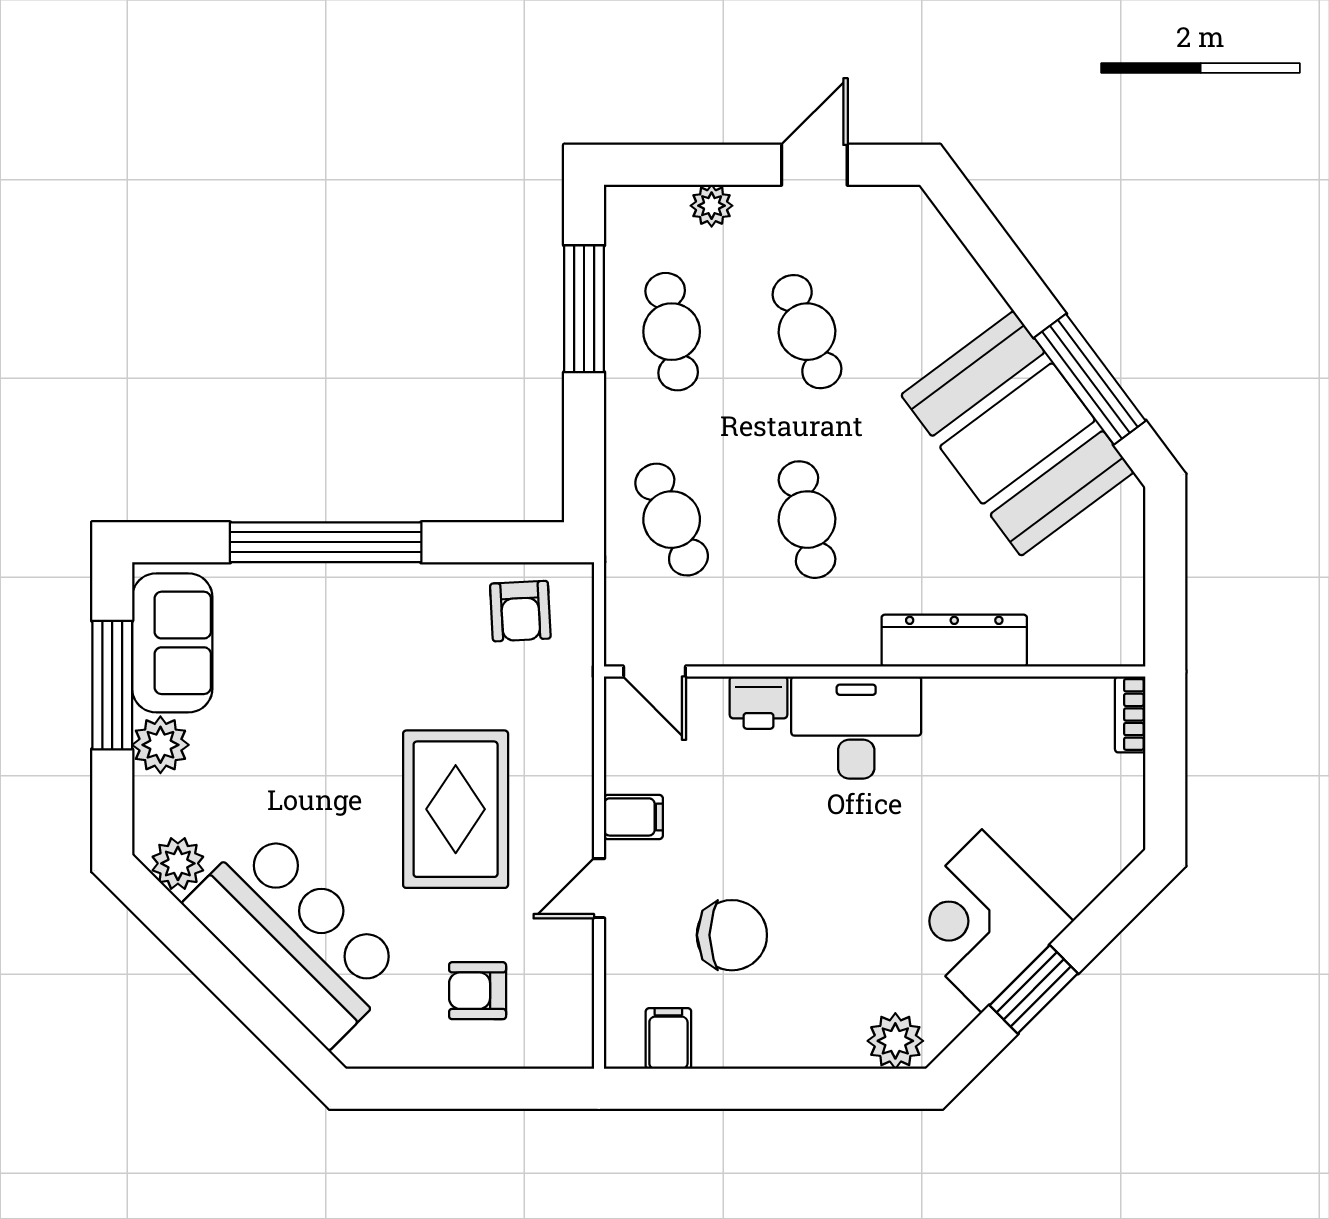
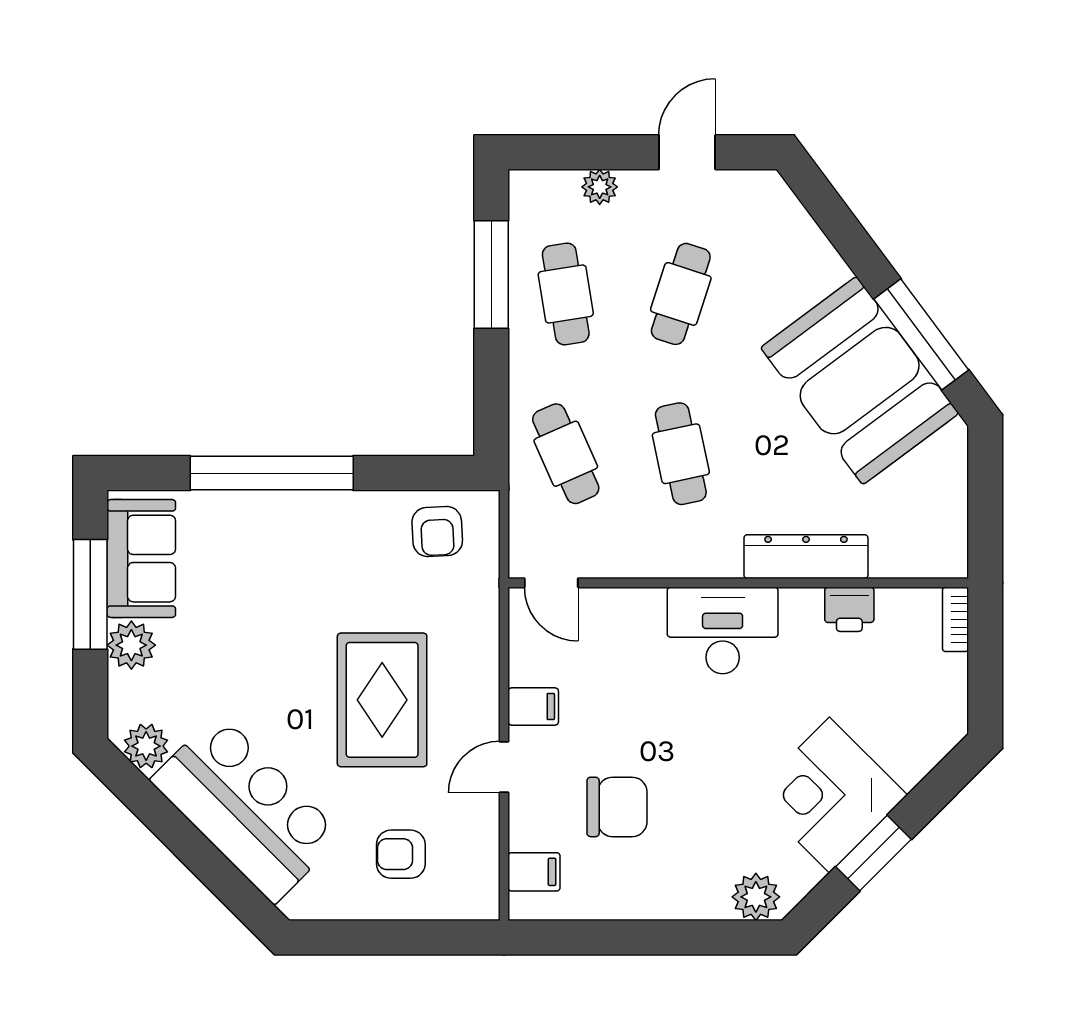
cafe table: (807, 332) -> (681, 294), turned 39
printer: (758, 703) -> (849, 609), moved
filing cabinet: (668, 1039) -> (534, 872), moved, turned 90

